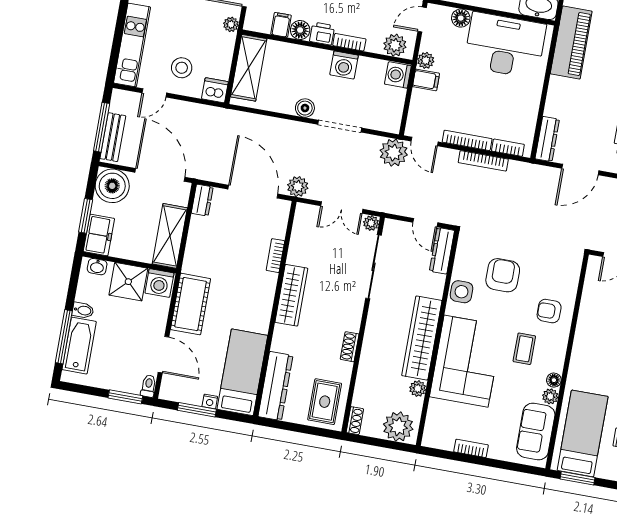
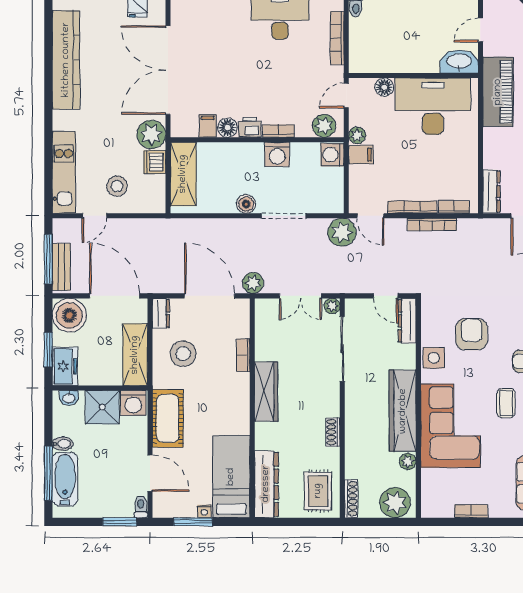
plant: (231, 24) -> (151, 134), width x1.88, depth x1.88
dishwasher: (215, 90) -> (155, 162), moved, turned -90
stool: (217, 243) -> (183, 354), added
shoe rack: (355, 421) -> (351, 499), width x1.43

